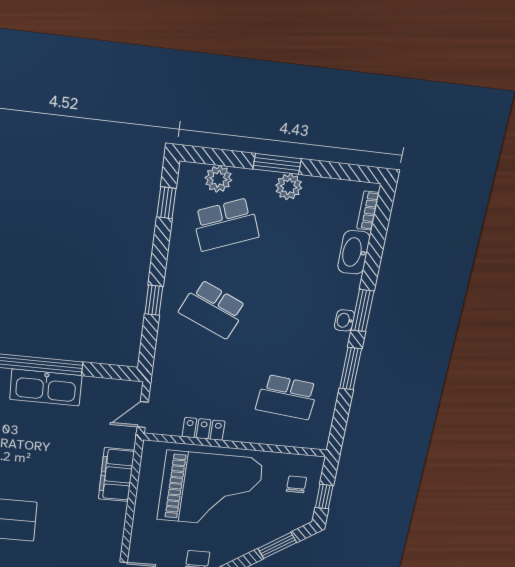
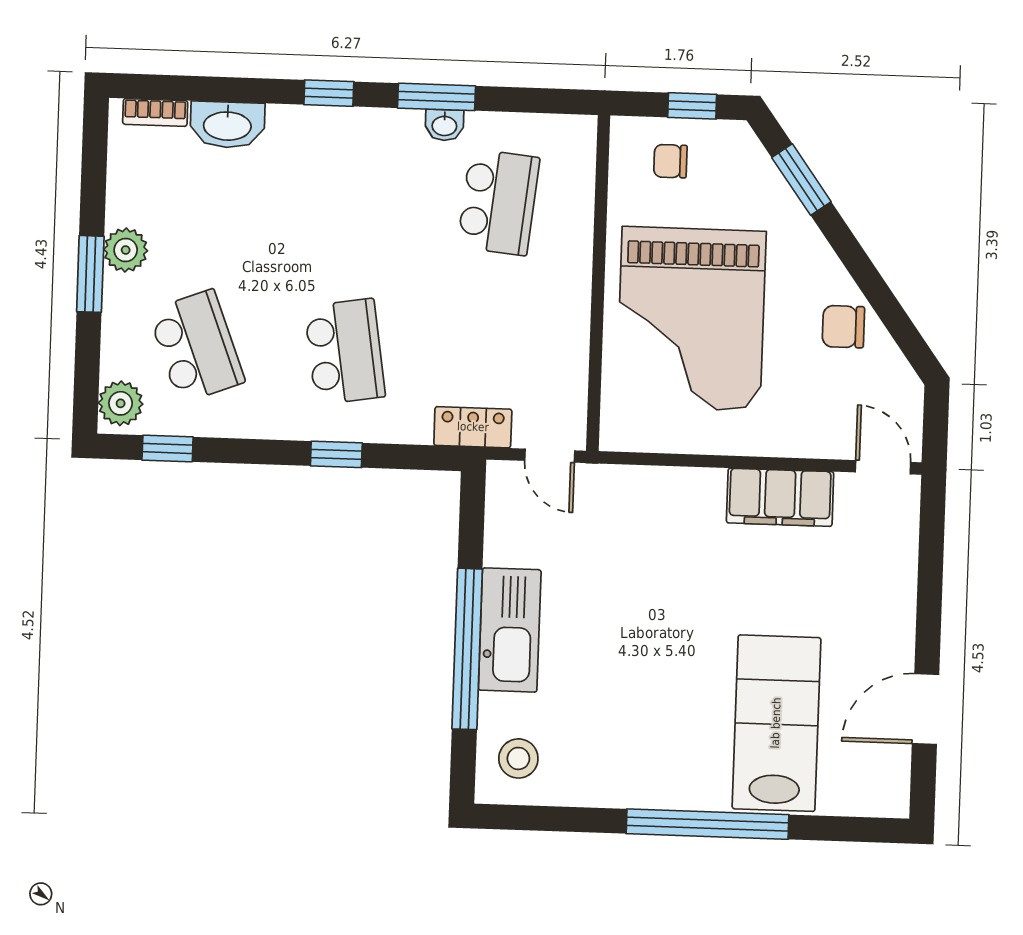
plant: (218, 179) -> (121, 403), moved
school desk: (213, 309) -> (345, 352), turned -33
window: (362, 311) -> (329, 93), width x0.67
washbasin: (344, 320) -> (444, 125), moved
locker: (204, 429) -> (473, 427), moved, turned 90
filing cabinet: (116, 475) -> (780, 497), moved
grand piano: (210, 489) -> (691, 319), turned 180

